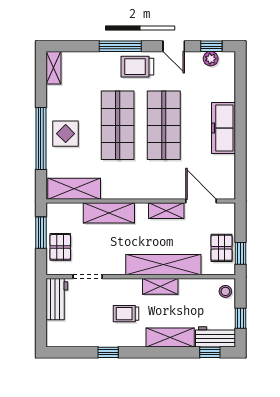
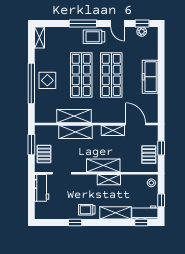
shelving: (74, 189) -> (74, 116), moved
window: (240, 253) -> (161, 148), moved
shelving: (163, 265) -> (103, 166), width x0.68
trolley: (126, 314) -> (87, 210), moved

